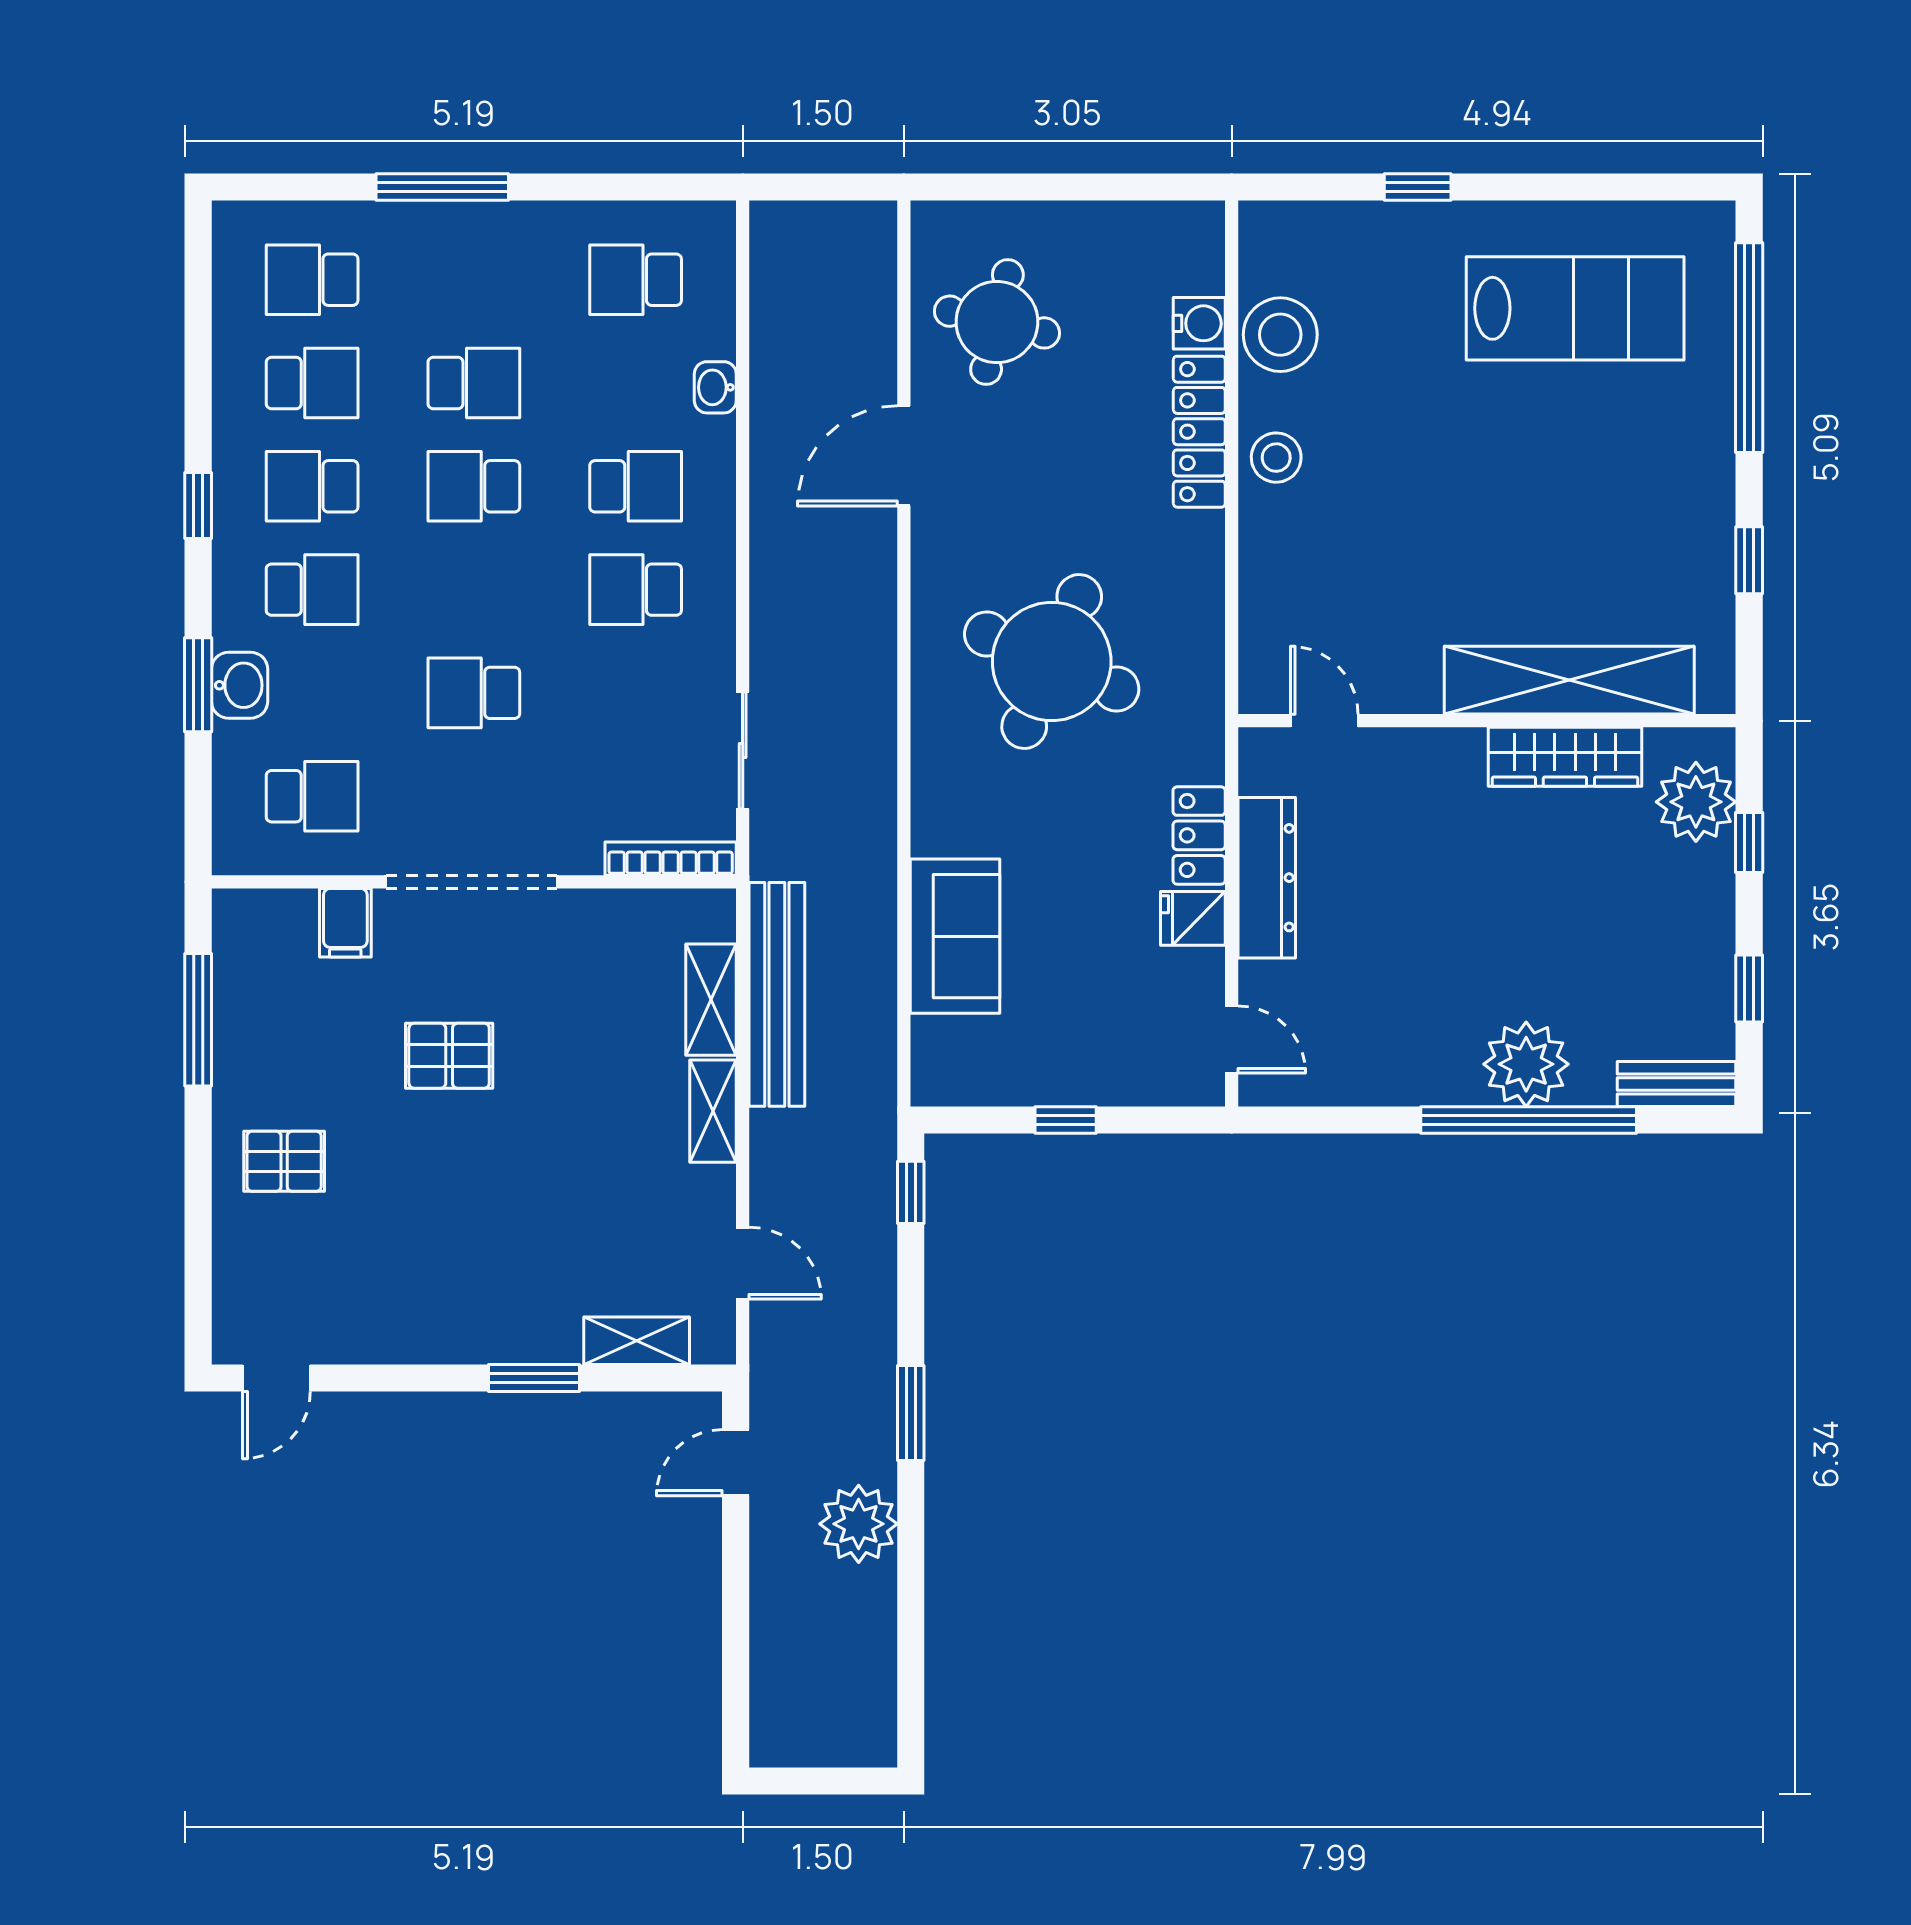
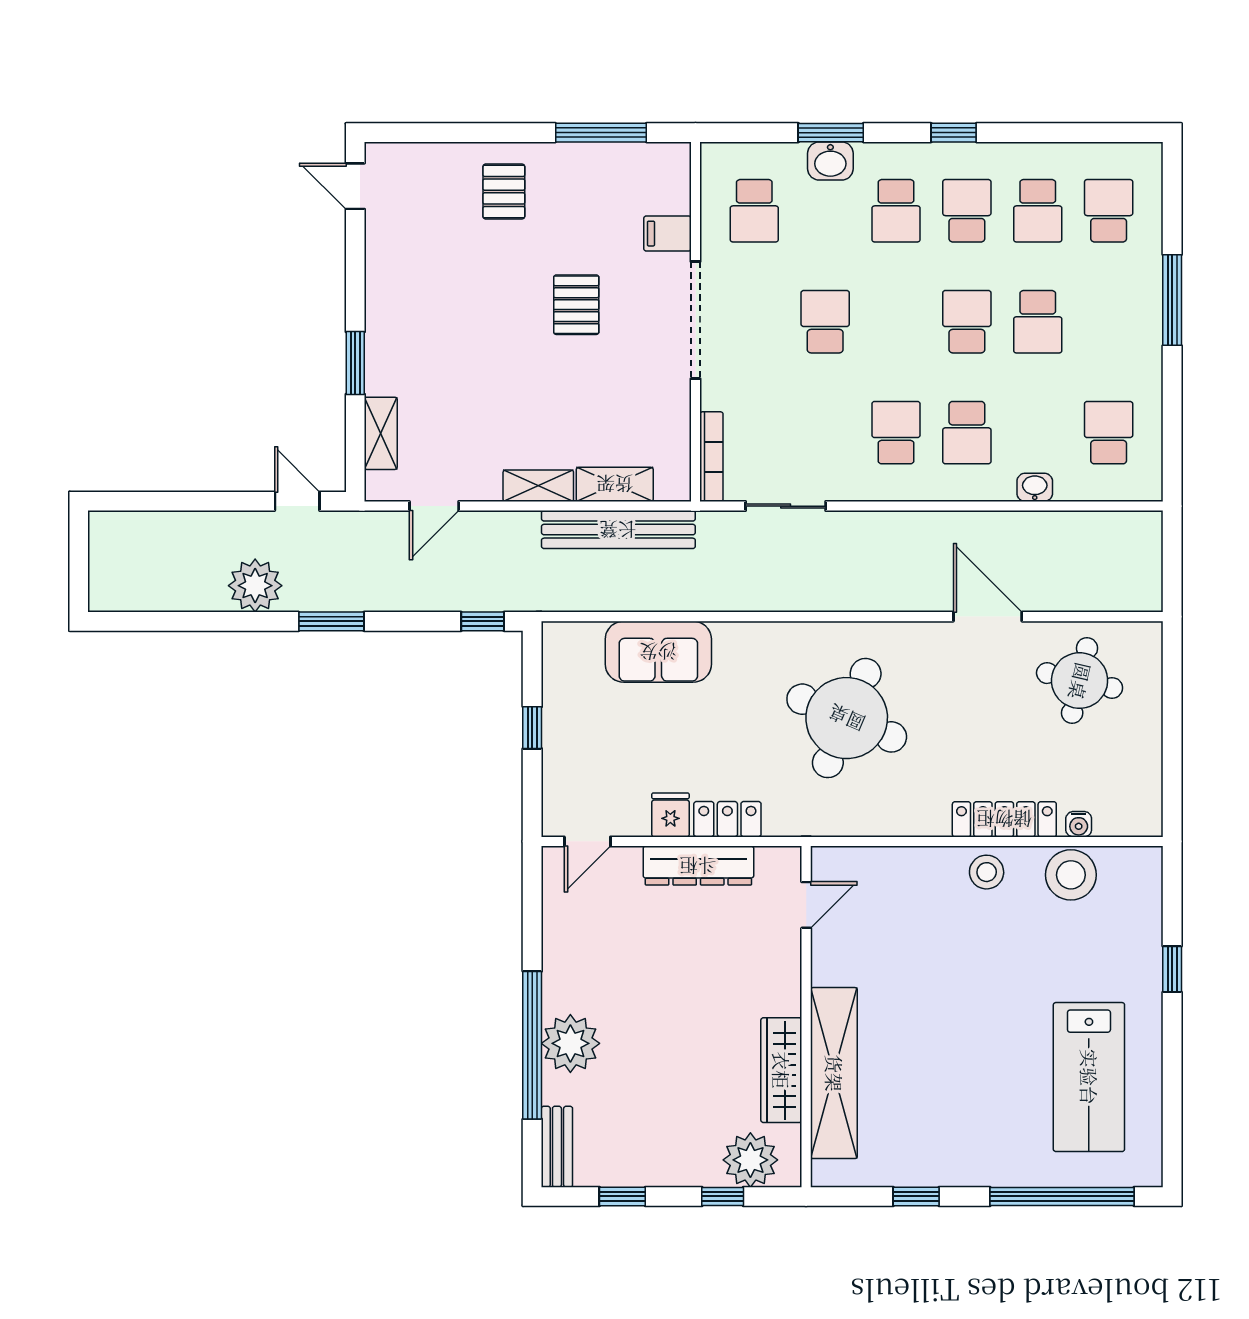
water cooler: (1199, 323) -> (1079, 824), width x0.72, depth x0.72

